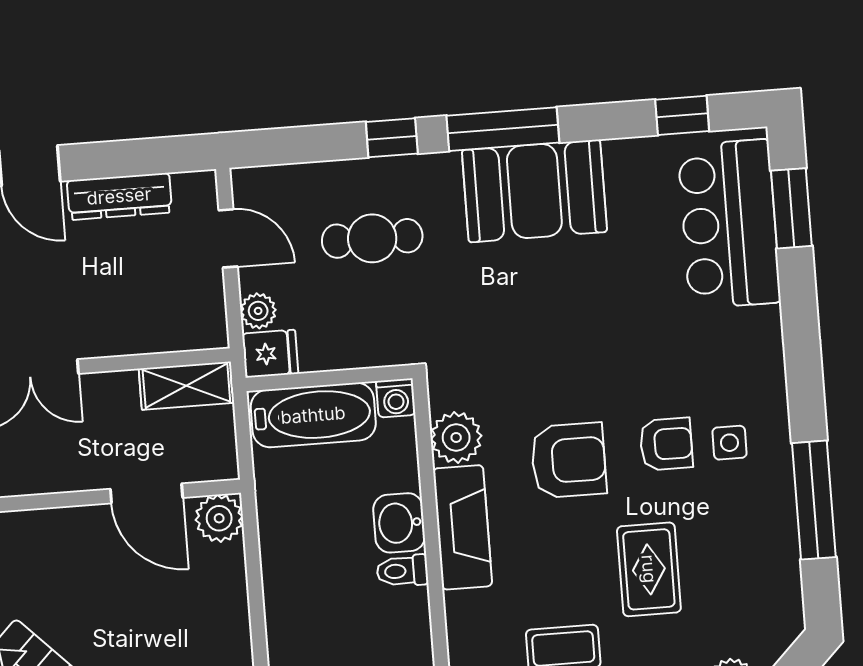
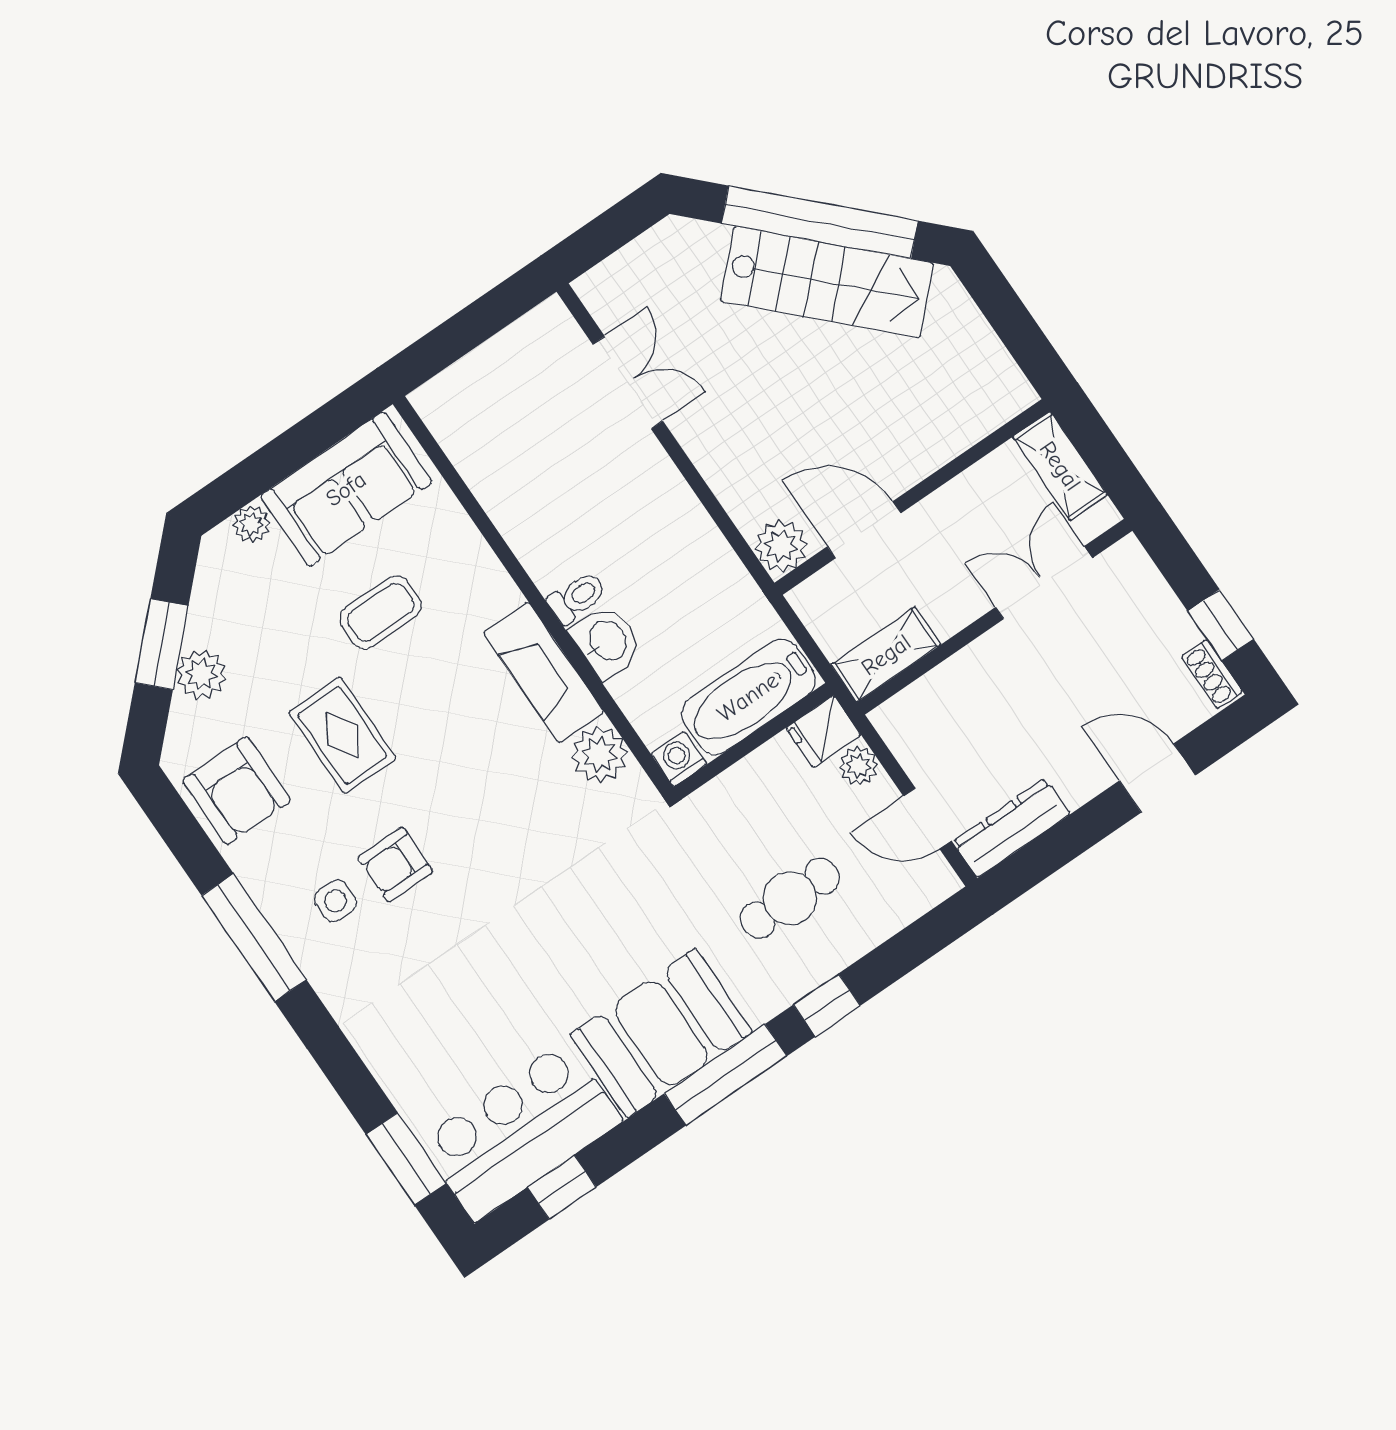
dresser: (119, 196) -> (1011, 828), moved
bar counter: (729, 224) -> (521, 1131), moved, turned -90
armchair: (569, 460) -> (237, 790), moved, turned -90
window: (814, 500) -> (254, 938), moved

